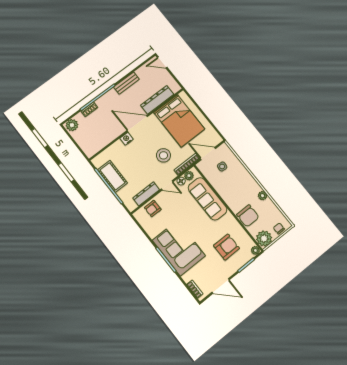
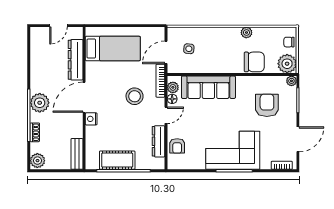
door: (162, 62) -> (58, 26), moved
bench: (126, 83) -> (77, 154), moved
plant: (111, 98) -> (40, 103), added
bed: (179, 121) -> (113, 48), width x0.67

